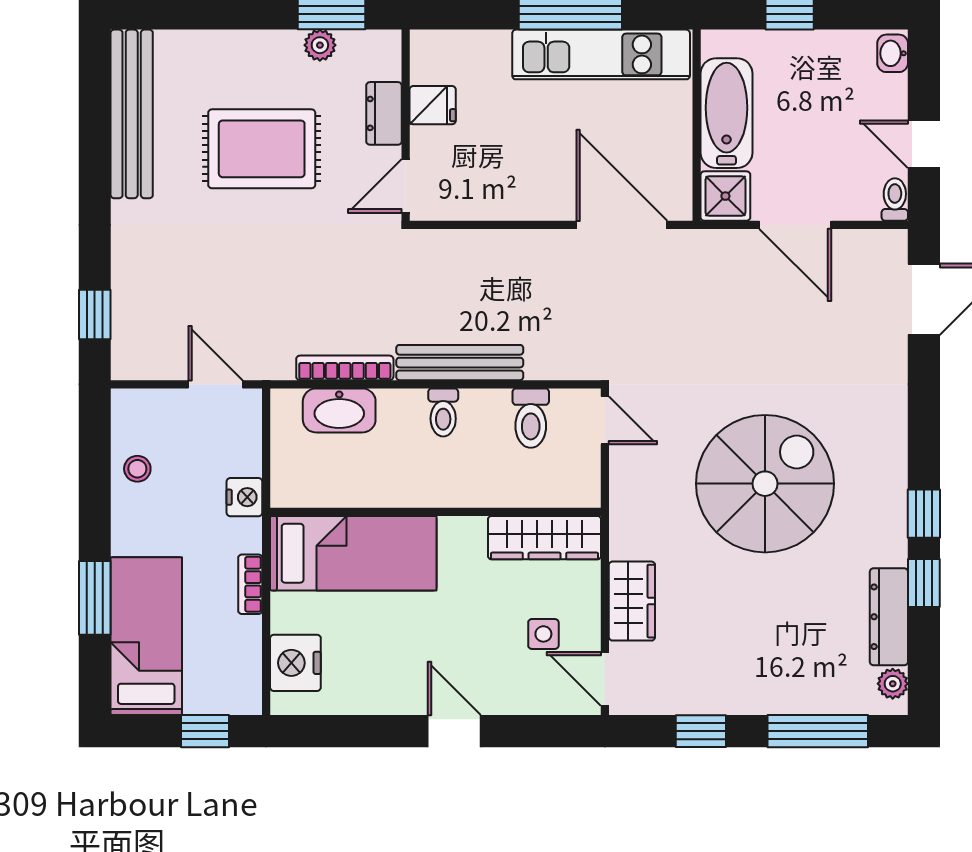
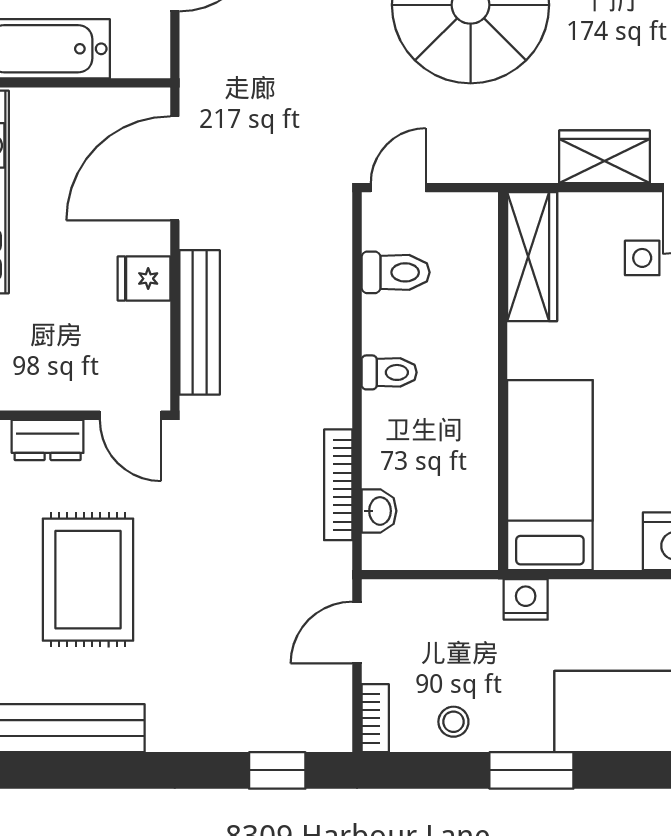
fridge: (433, 105) -> (144, 279), moved, turned -90
shower: (725, 196) -> (142, 50), removed
bench: (460, 363) -> (200, 322), moved
washbasin: (339, 410) -> (379, 511), width x0.52, depth x0.69
nightstand: (244, 497) -> (526, 599), moved
bookcase: (250, 584) -> (375, 718), moved, turned -90
window: (95, 598) -> (531, 770), moved

